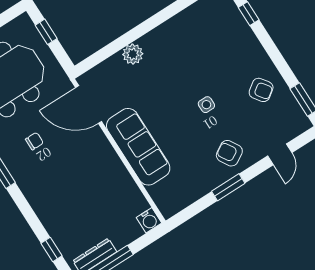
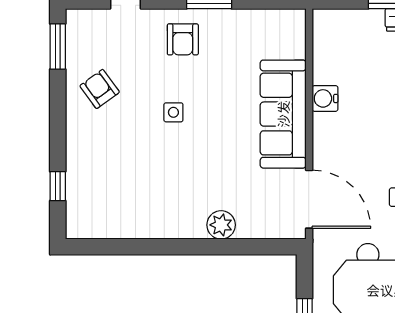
armchair: (229, 153) -> (183, 39), turned 31
water cooler: (149, 220) -> (325, 98), moved, turned -90

